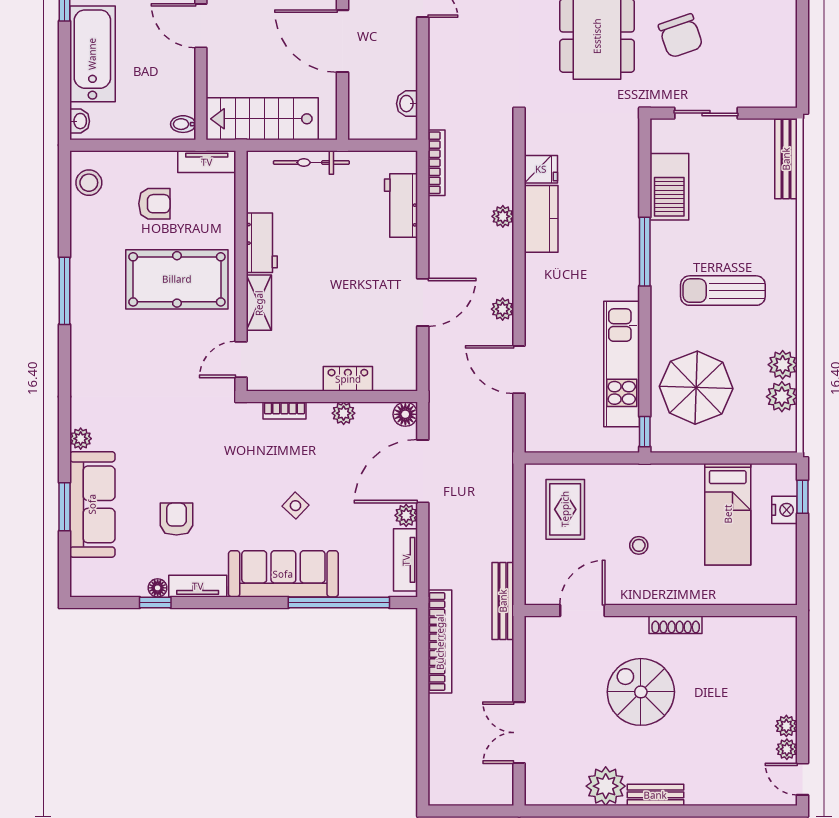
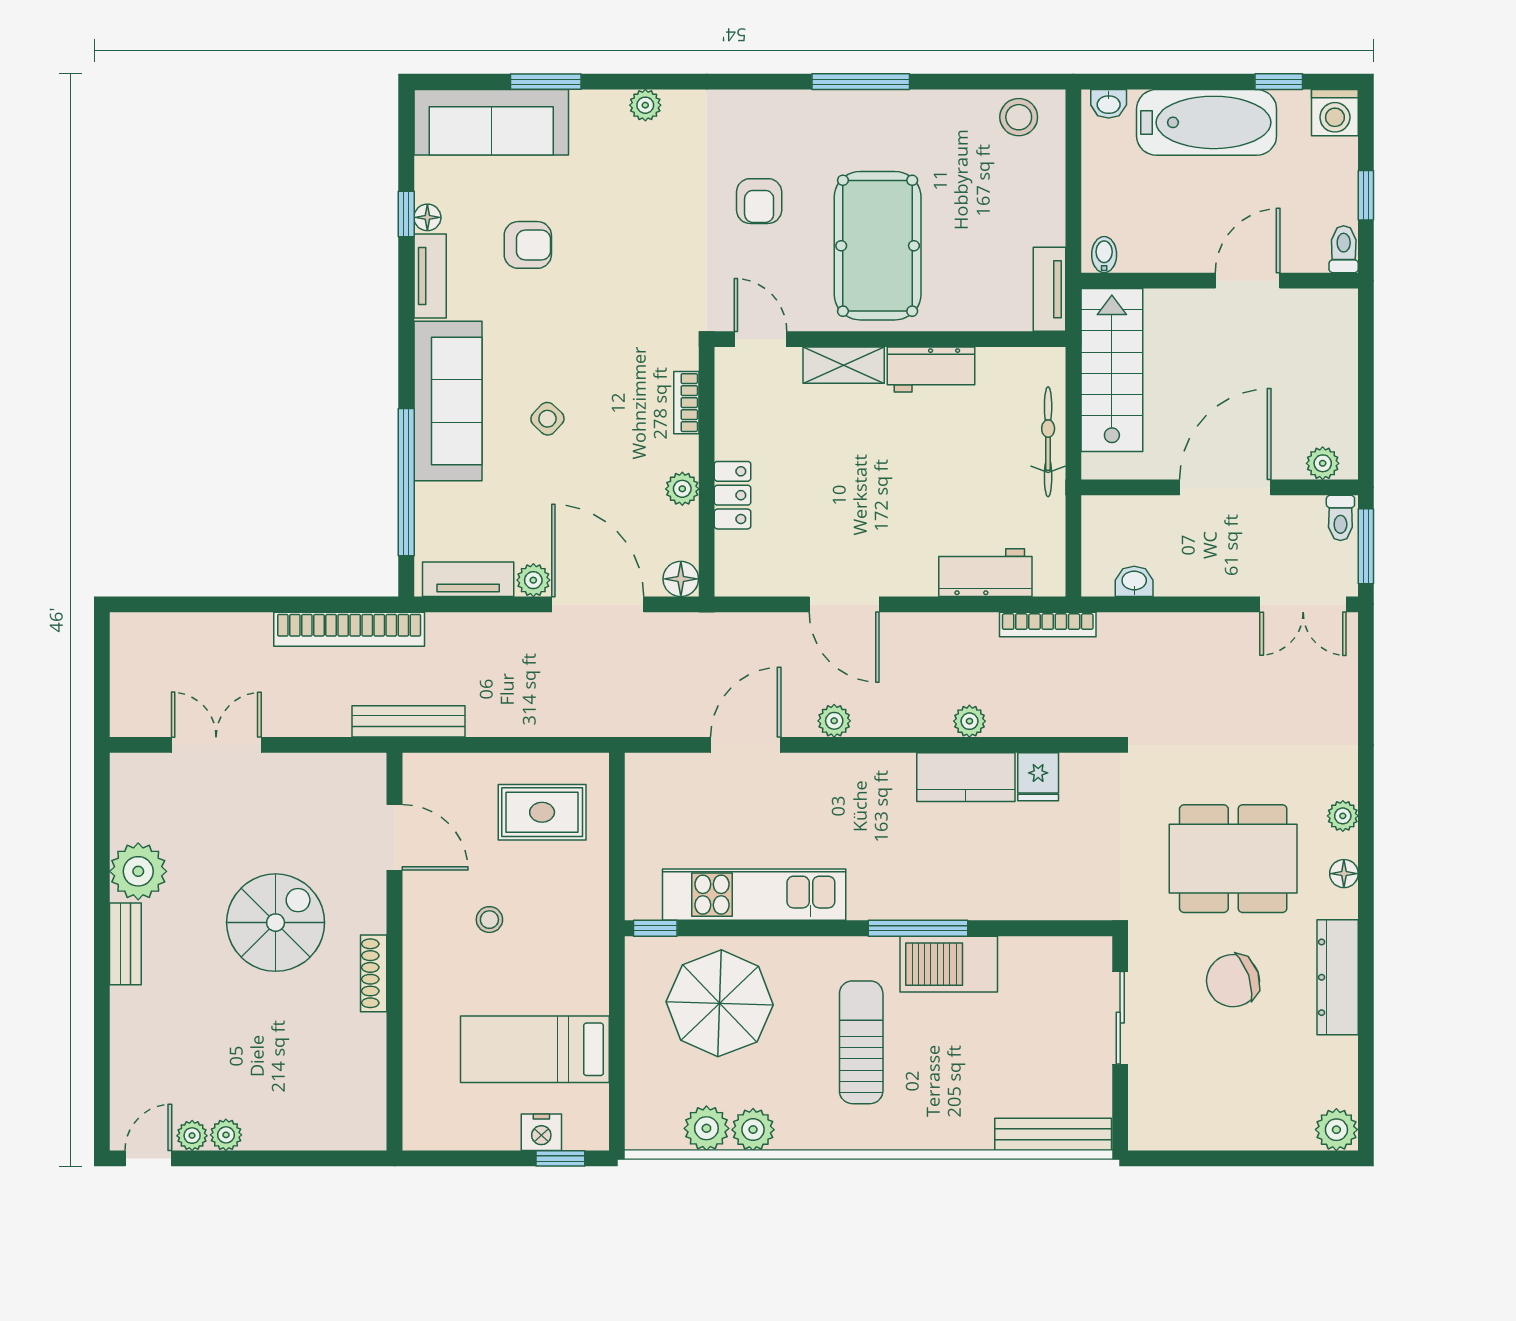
barbecue: (669, 187) -> (949, 964), moved
armchair: (154, 204) -> (759, 201), moved
sofa: (92, 504) -> (491, 122), moved

